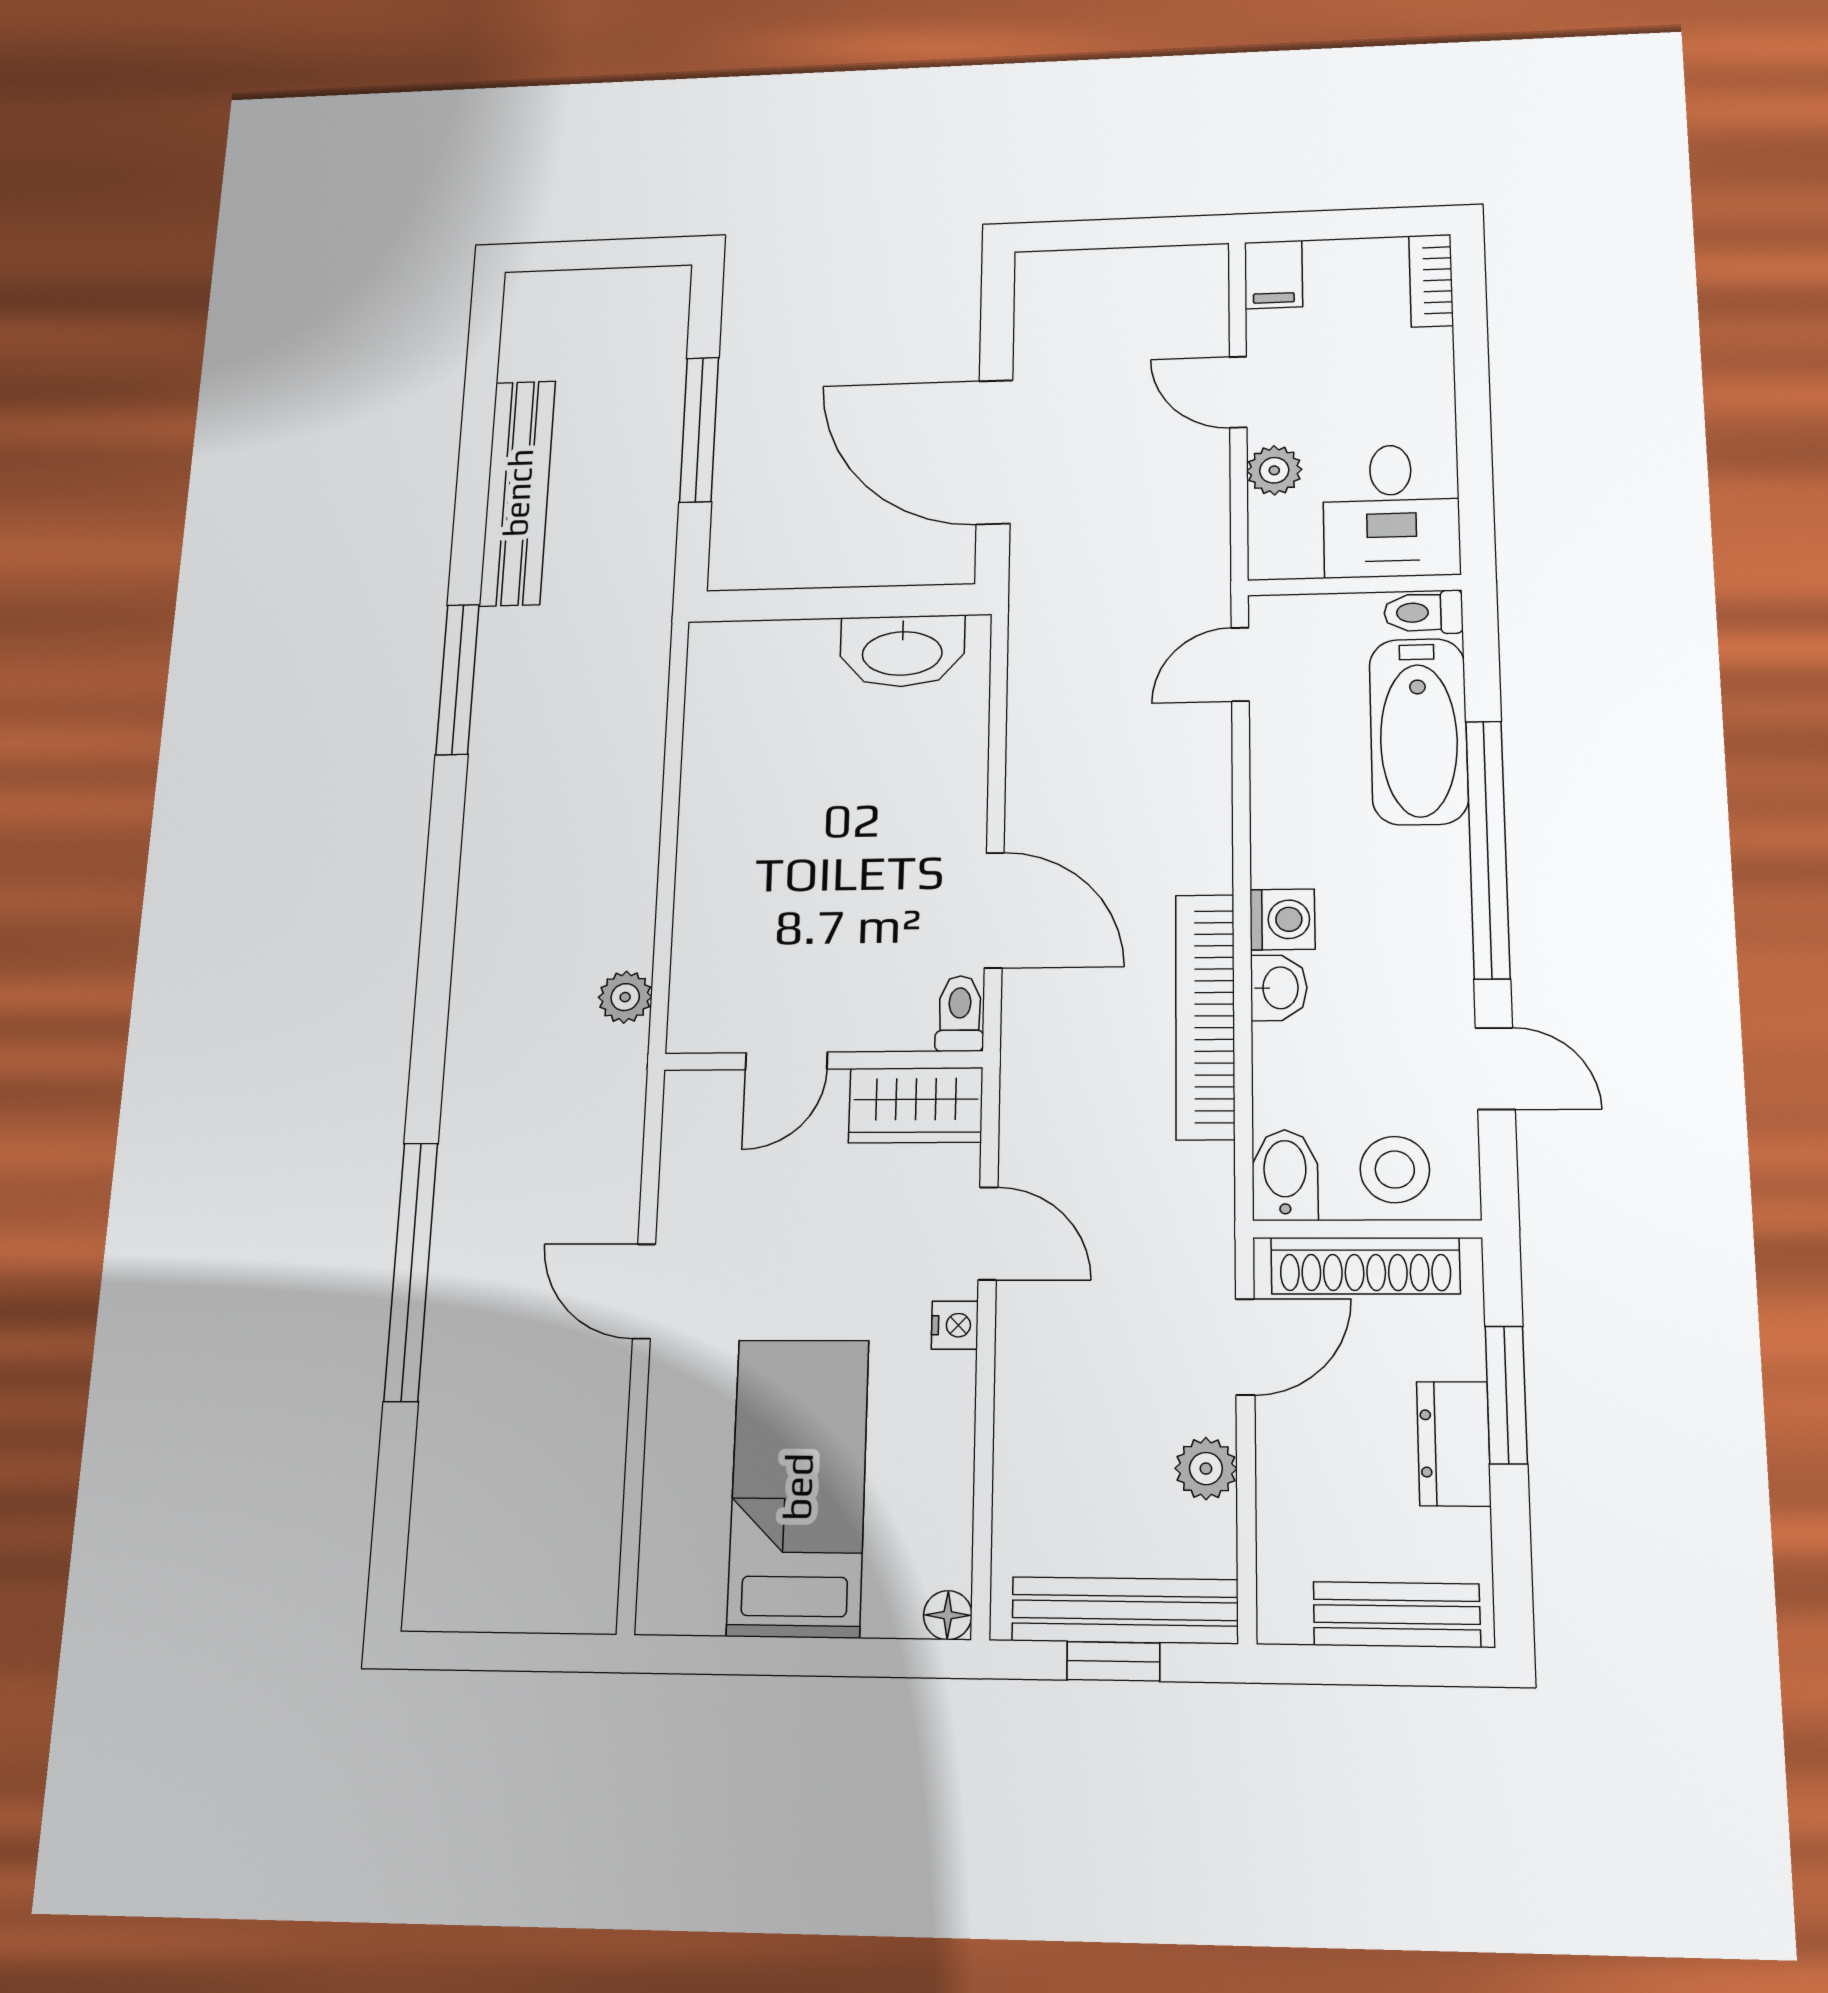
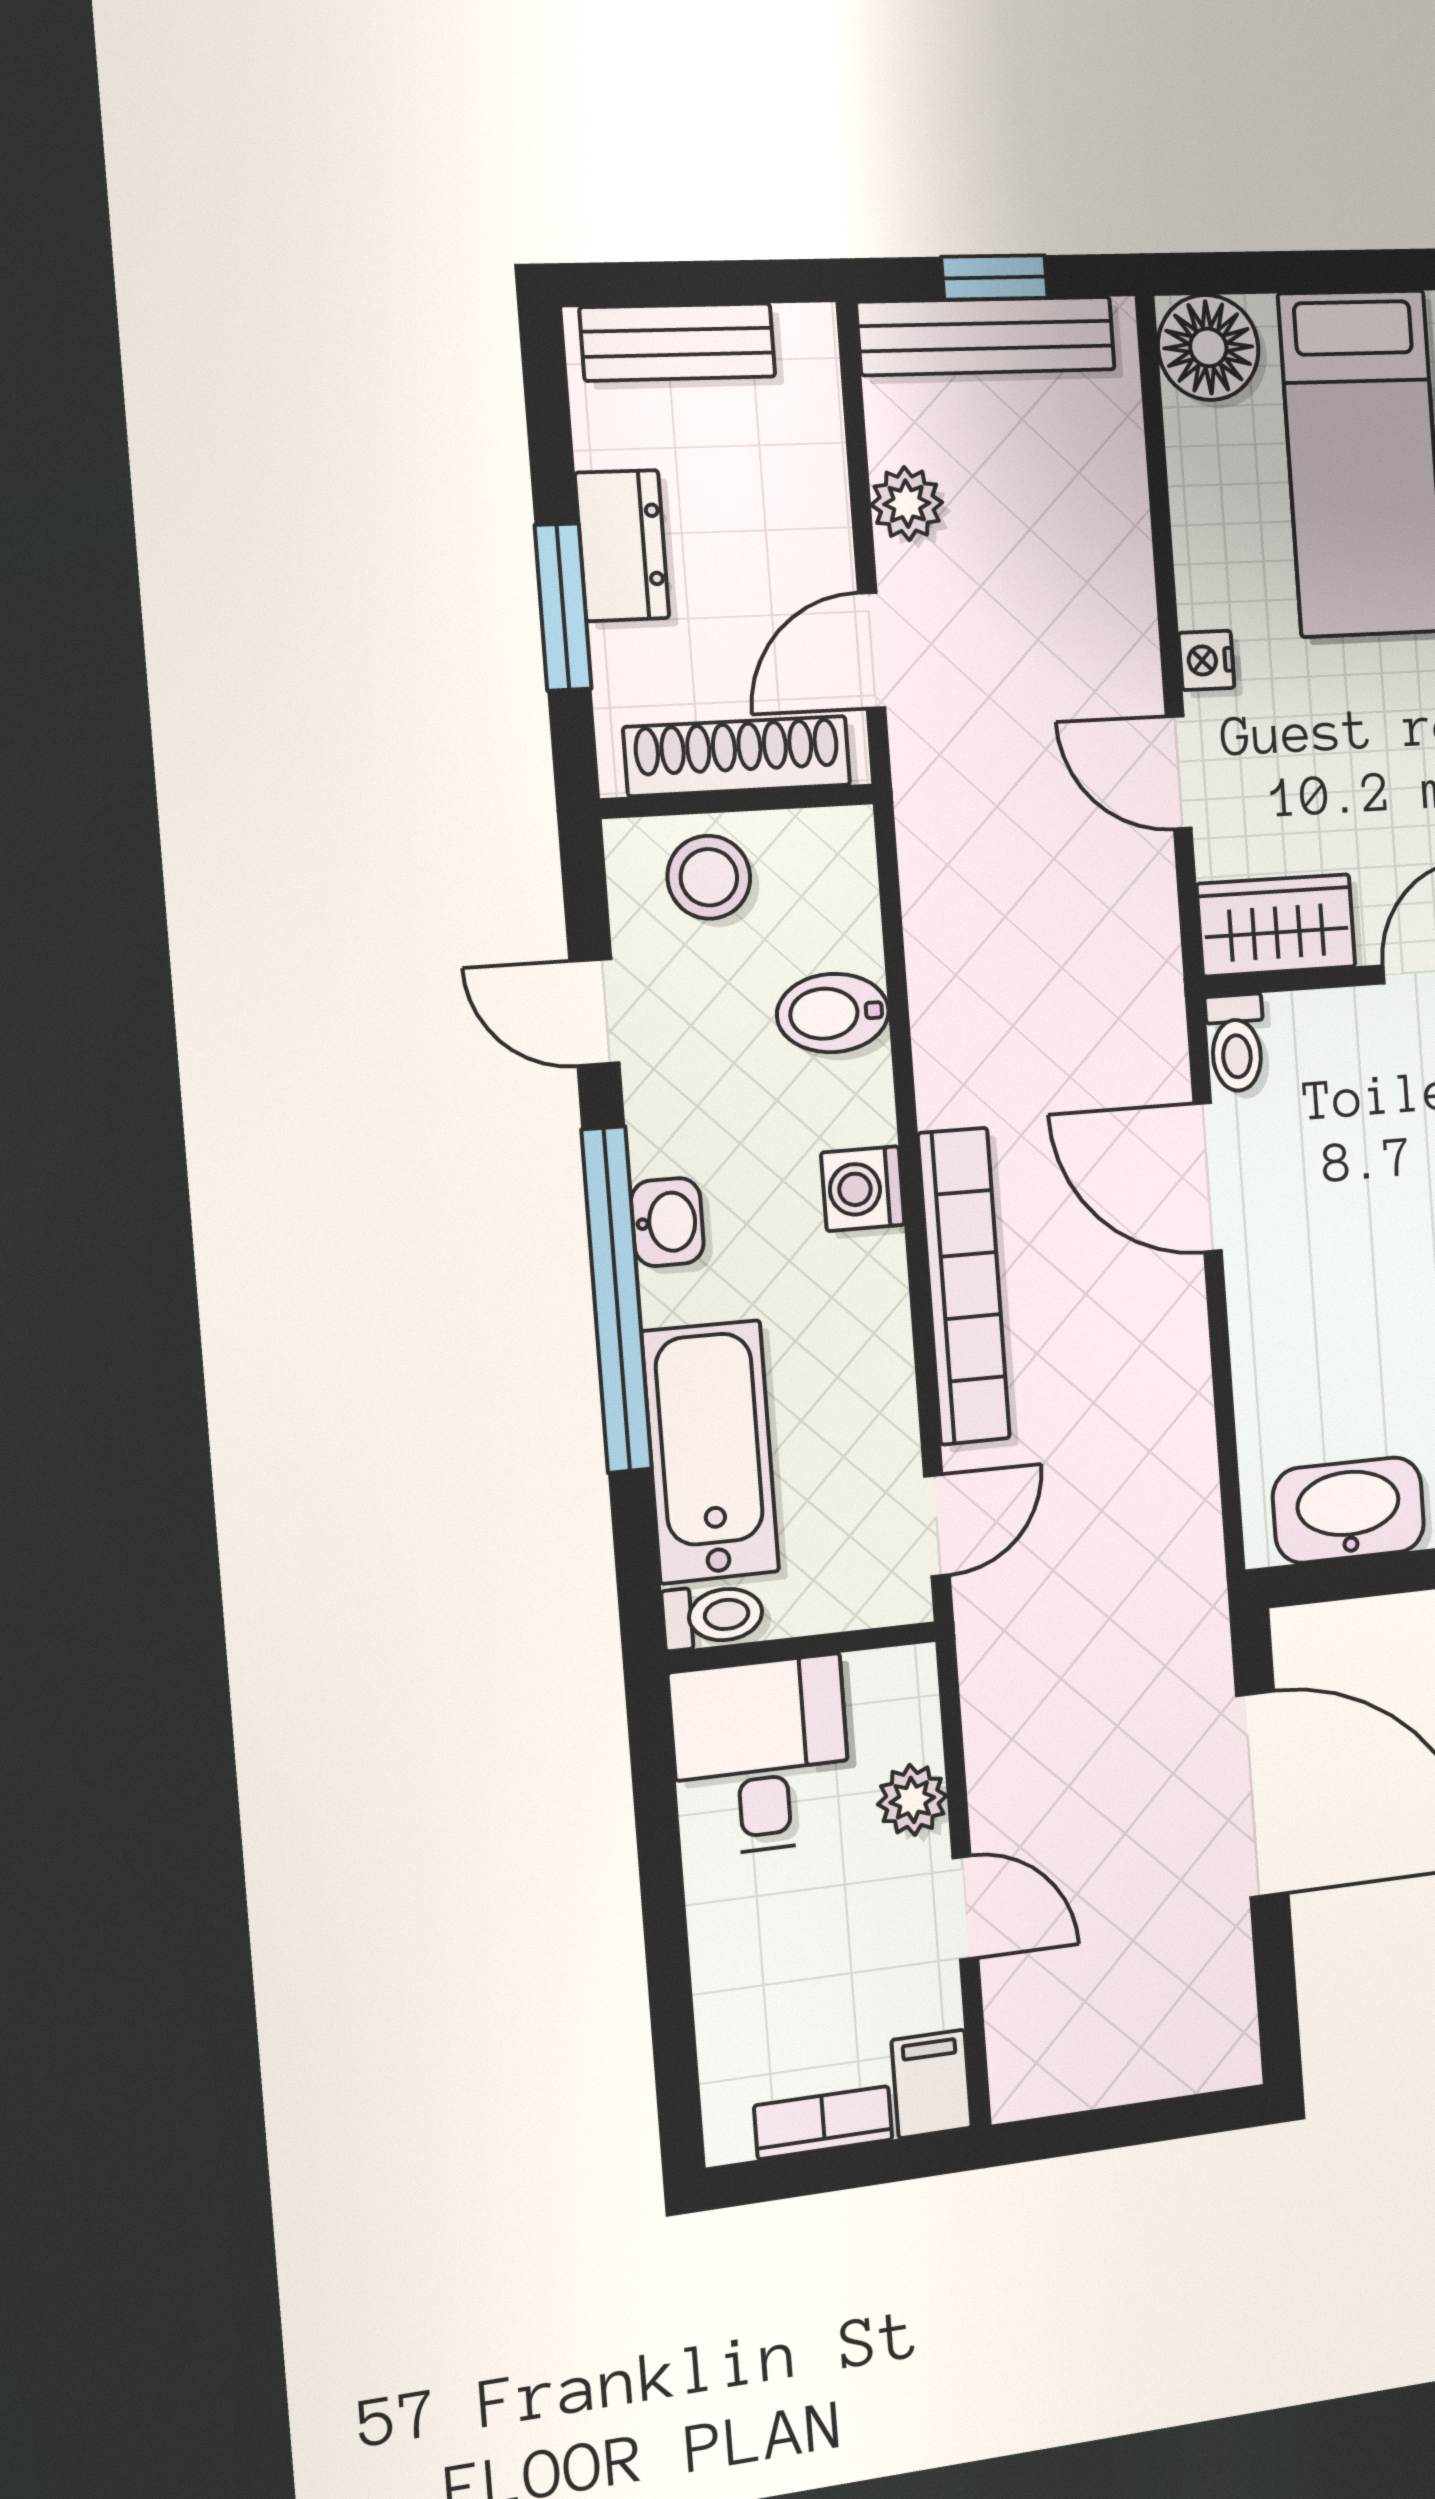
bookcase: (1431, 281) -> (823, 2123), moved, turned -90
washbasin: (1279, 988) -> (667, 1222), moved, turned 180
bookcase: (1205, 1016) -> (964, 1286), moved
bidet: (1285, 1175) -> (833, 1013), moved, turned 90
floor lamp: (948, 1615) -> (1208, 347), width x1.89, depth x1.89

